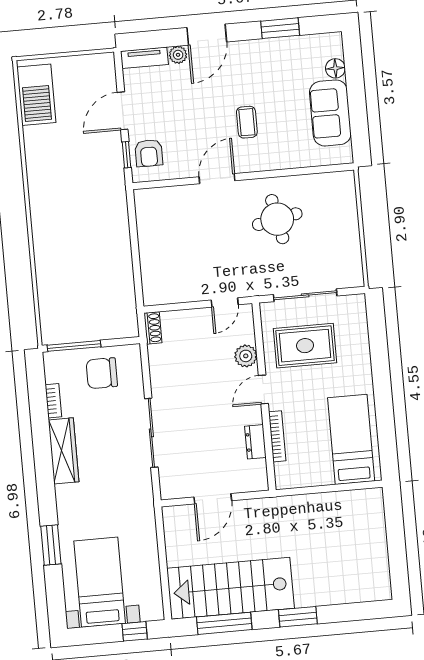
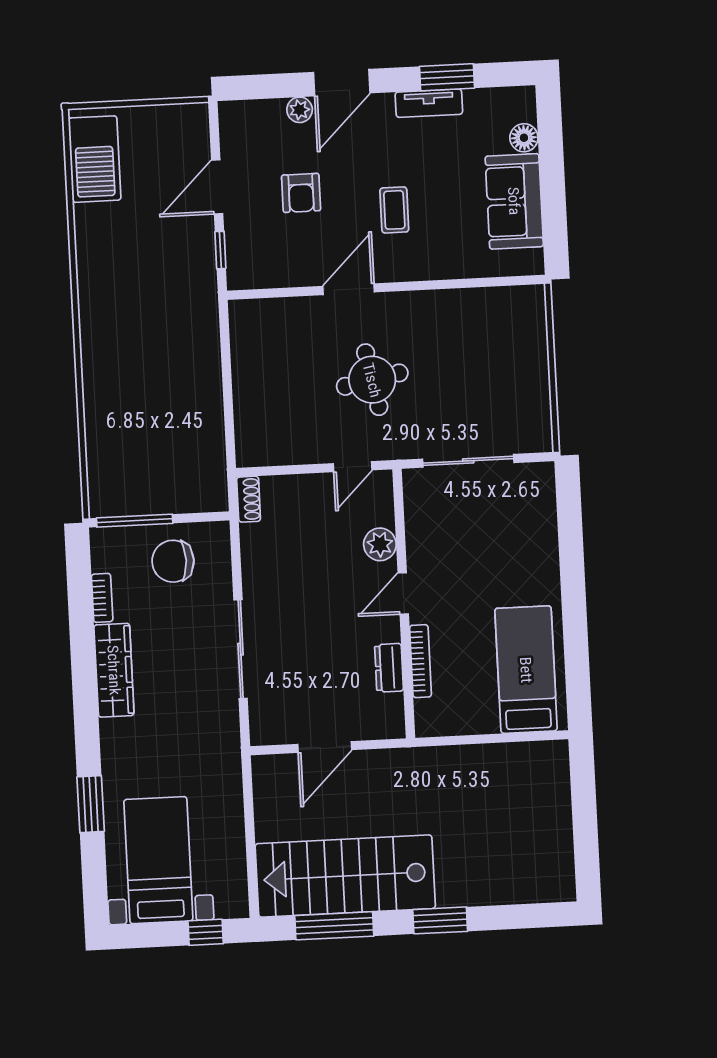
tv unit: (144, 58) -> (429, 103), moved
armchair: (149, 153) -> (301, 193), moved
round table: (277, 219) -> (372, 380), moved
rug: (305, 346) -> (465, 533), removed

